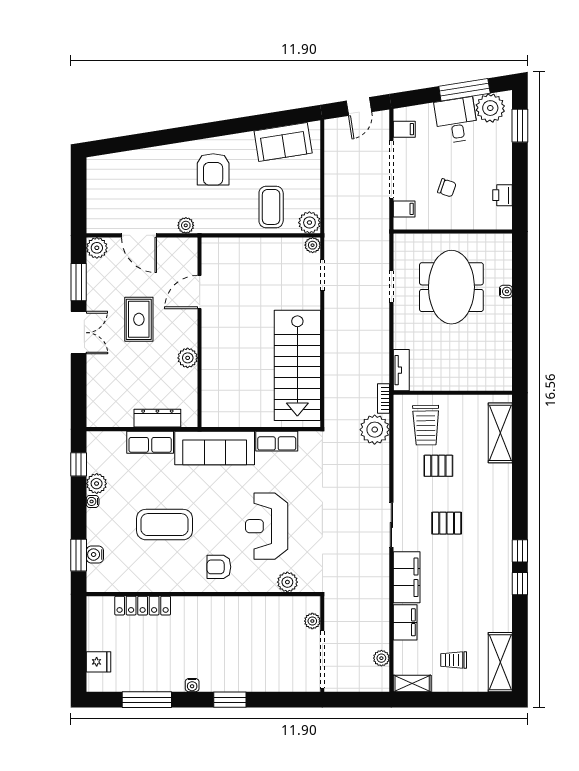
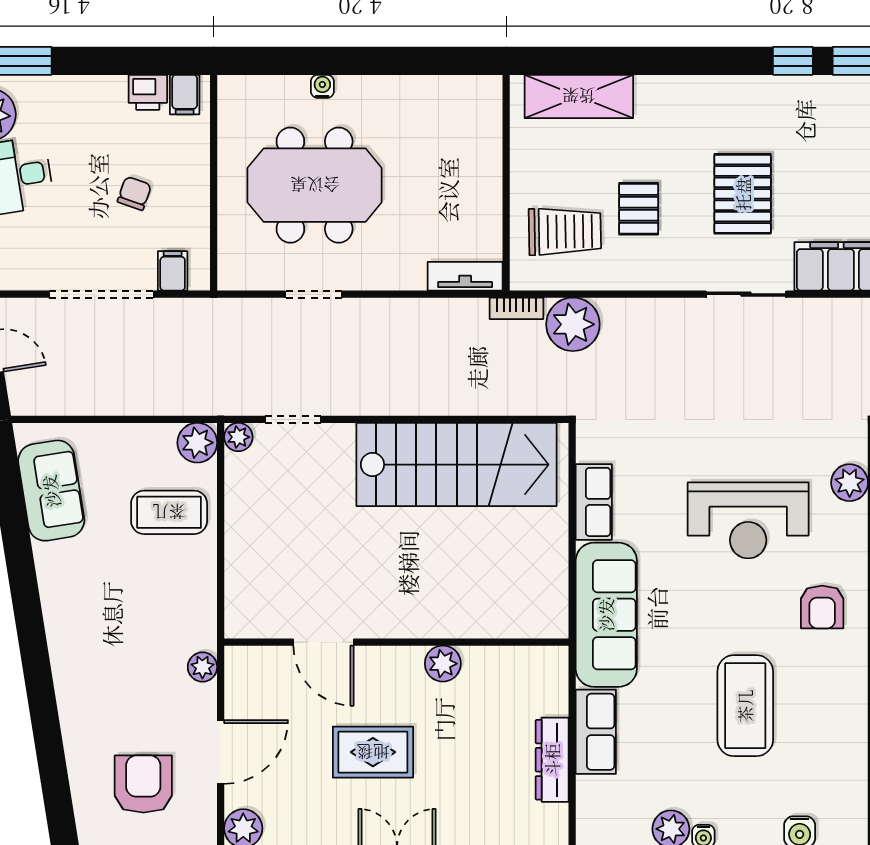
filing cabinet: (404, 129) -> (185, 95), moved, turned 180
armchair: (213, 169) -> (143, 784), moved, turned -90
dresser: (157, 418) -> (552, 760), moved
pallet: (447, 523) -> (743, 194), width x1.50, depth x1.42

